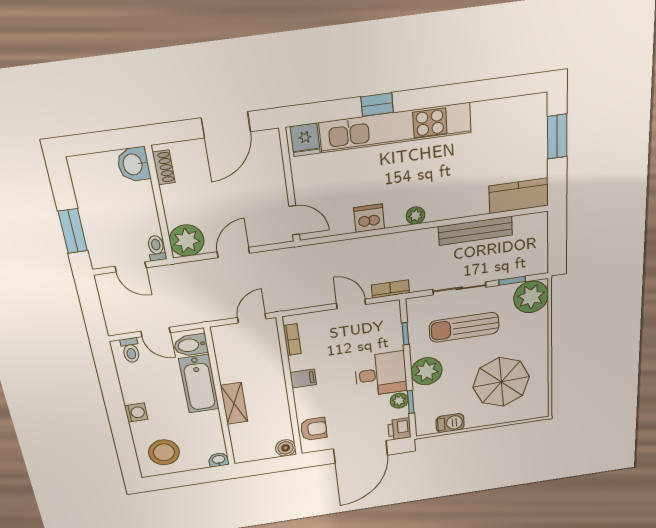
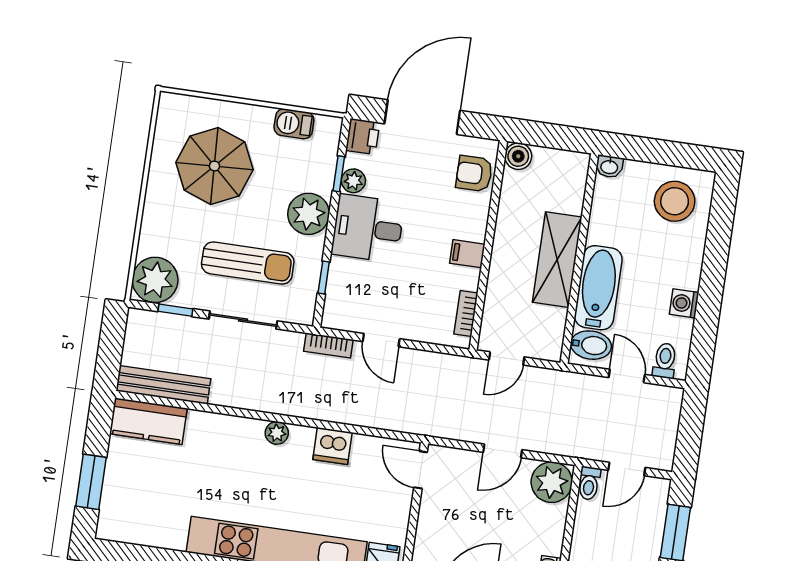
bench: (475, 231) -> (163, 385), moved
door: (130, 267) -> (627, 469), swing flipped
shelving: (234, 403) -> (557, 260), width x1.50, depth x1.33
washing machine: (136, 413) -> (684, 303), moved

